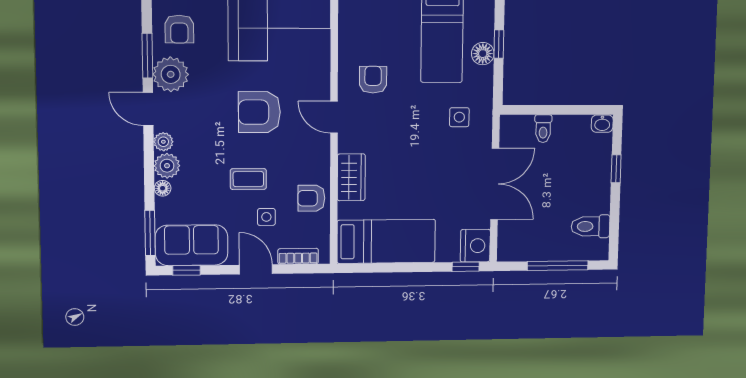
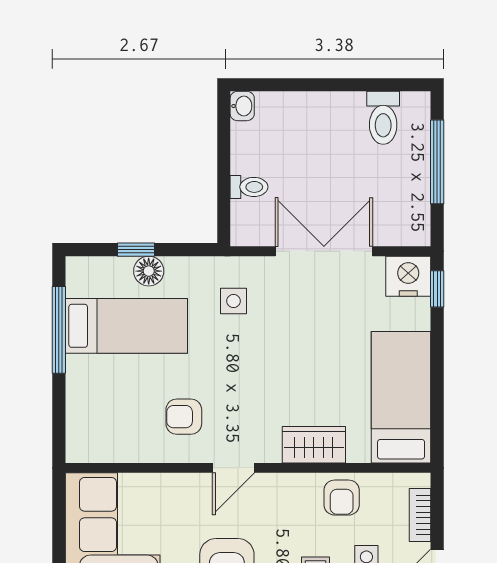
window: (616, 169) -> (304, 85), removed

